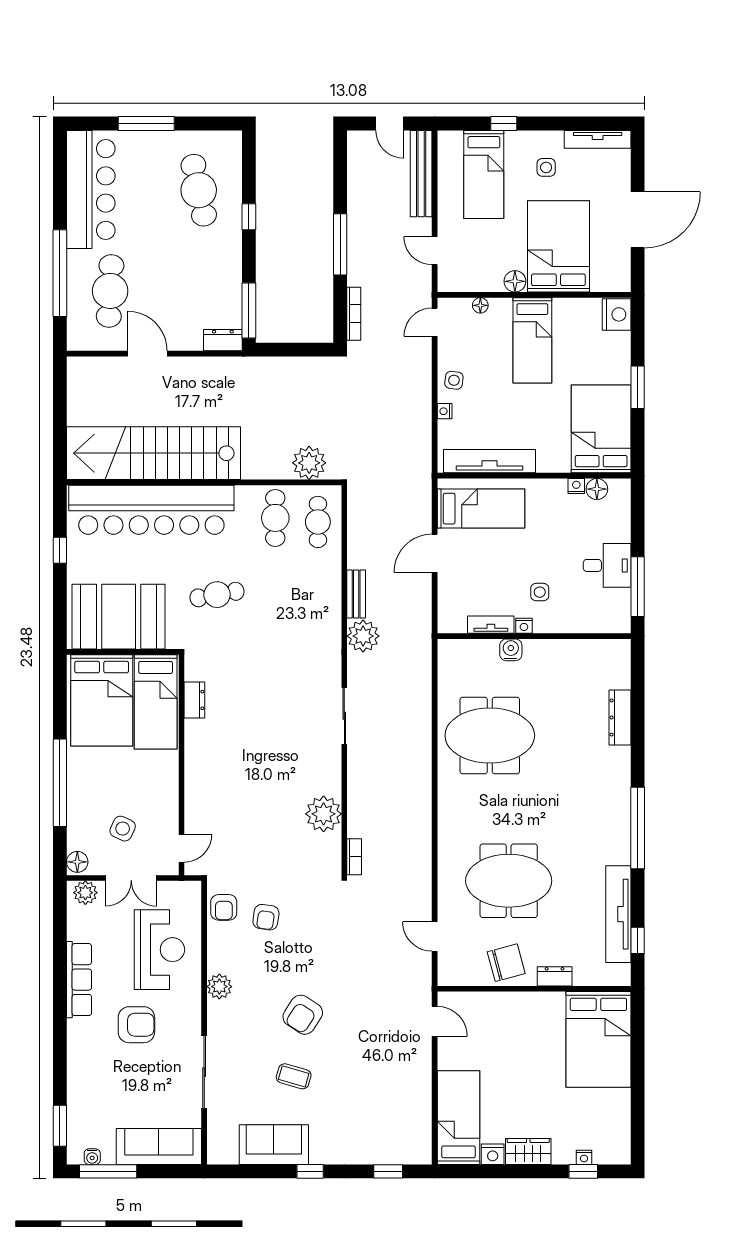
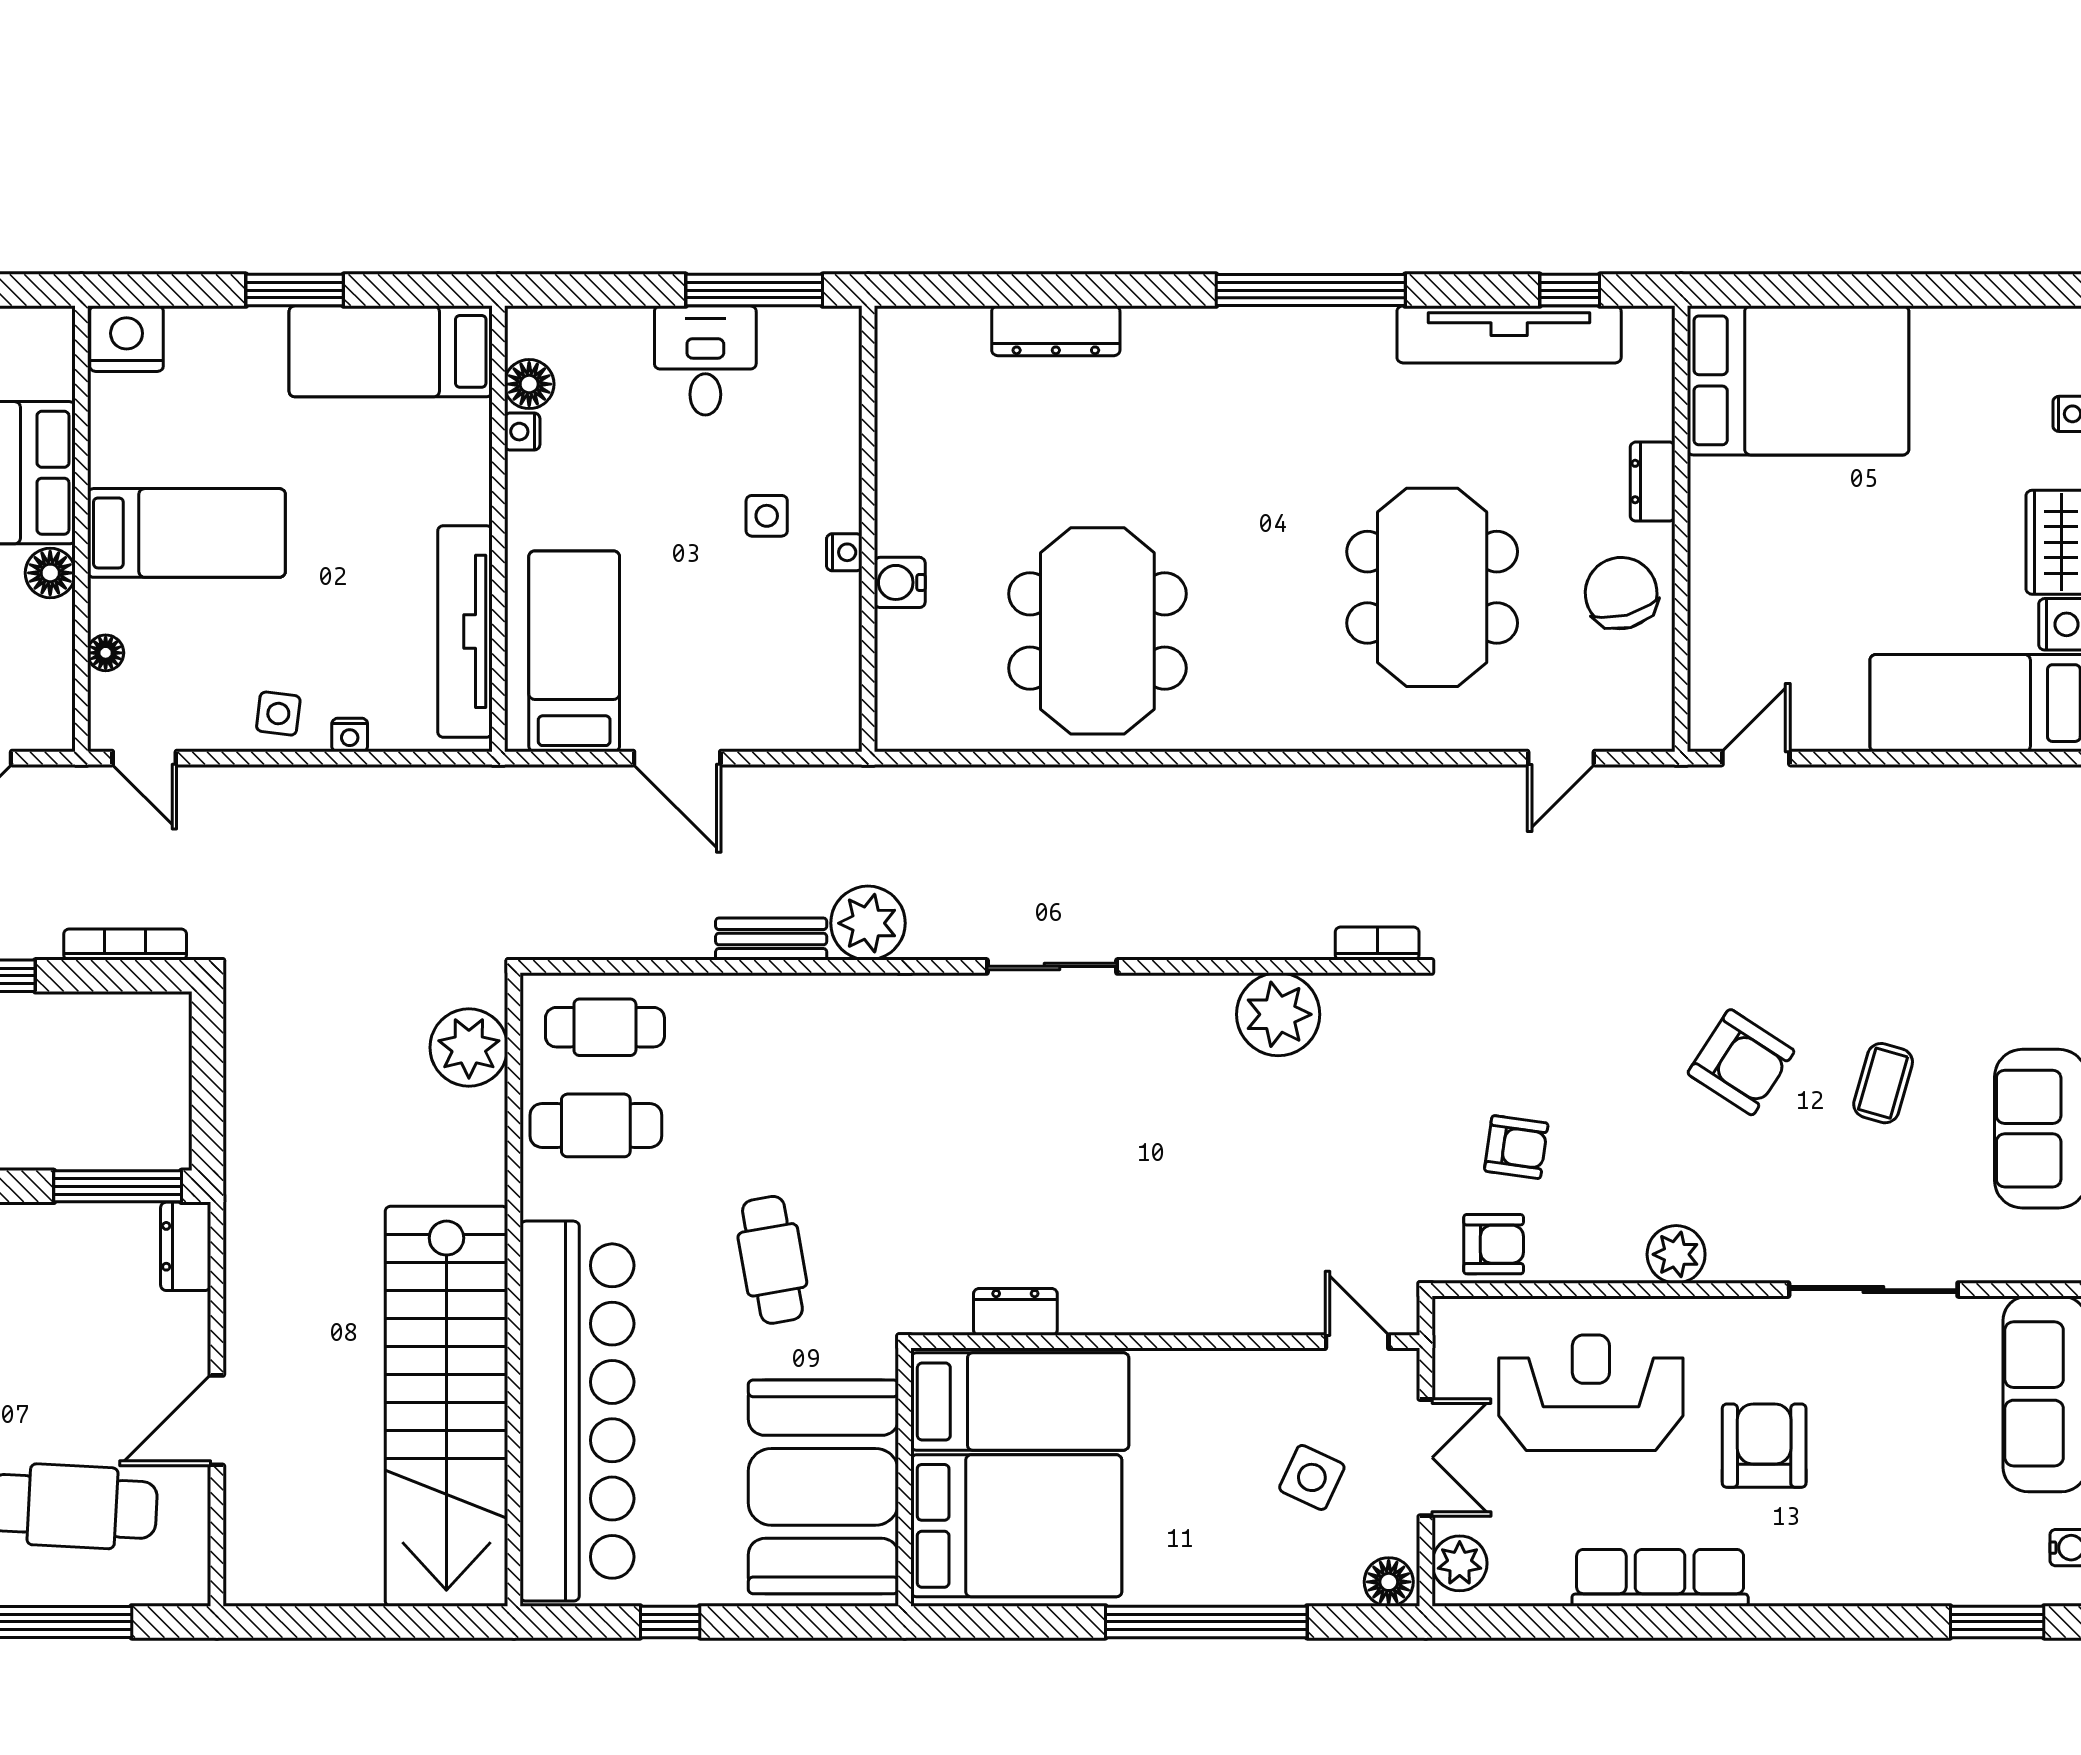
bed: (601, 429) -> (391, 351), width x0.67
tv unit: (491, 625) -> (842, 628), removed

